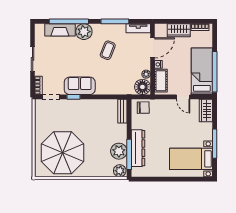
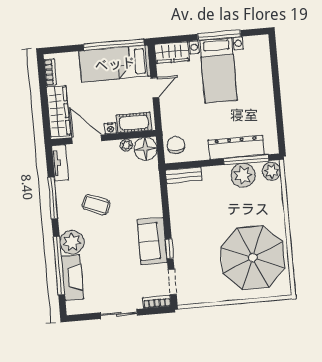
wardrobe: (179, 30) -> (58, 111), width x1.50
bed with nightstands: (191, 159) -> (218, 70), moved

